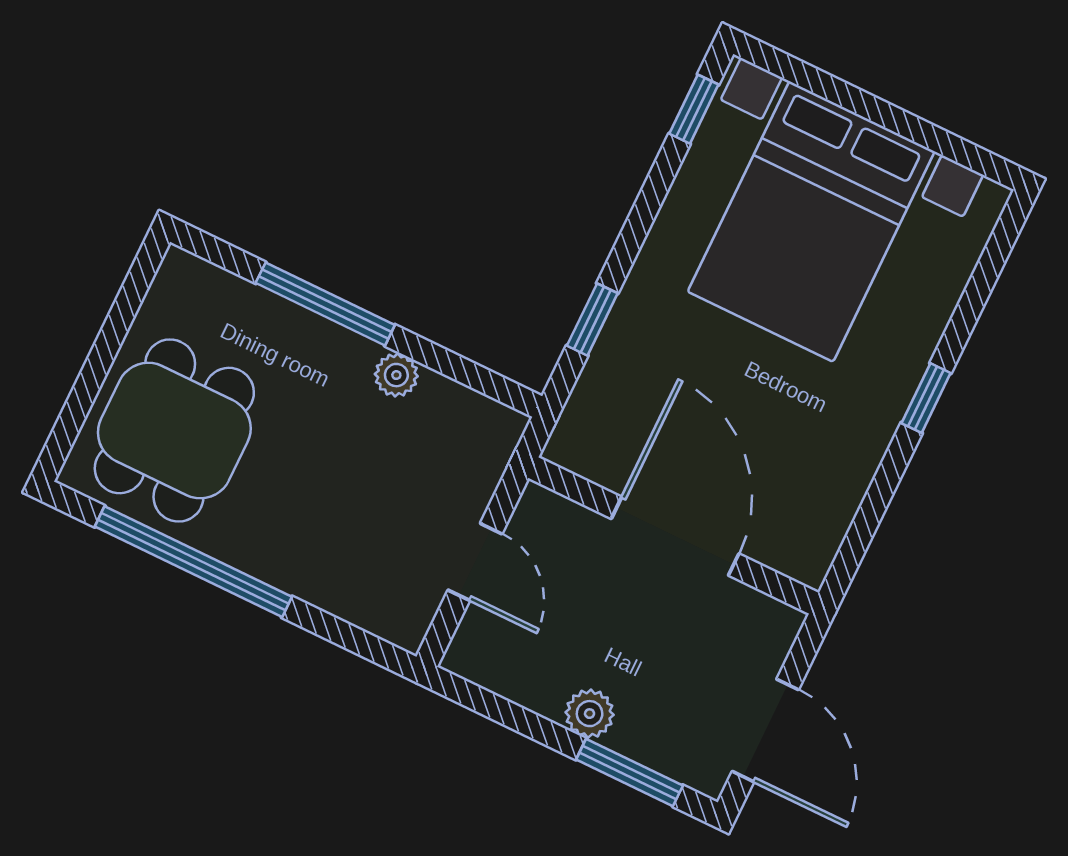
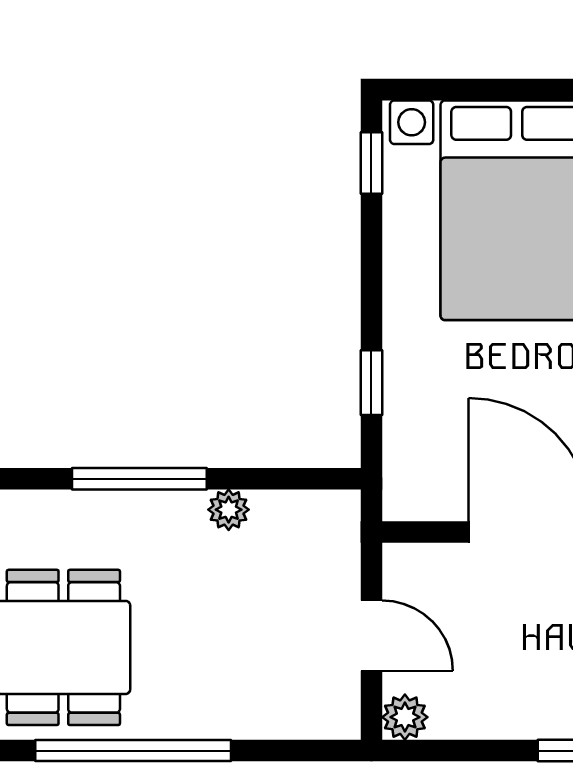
plant: (590, 714) -> (405, 717), moved

